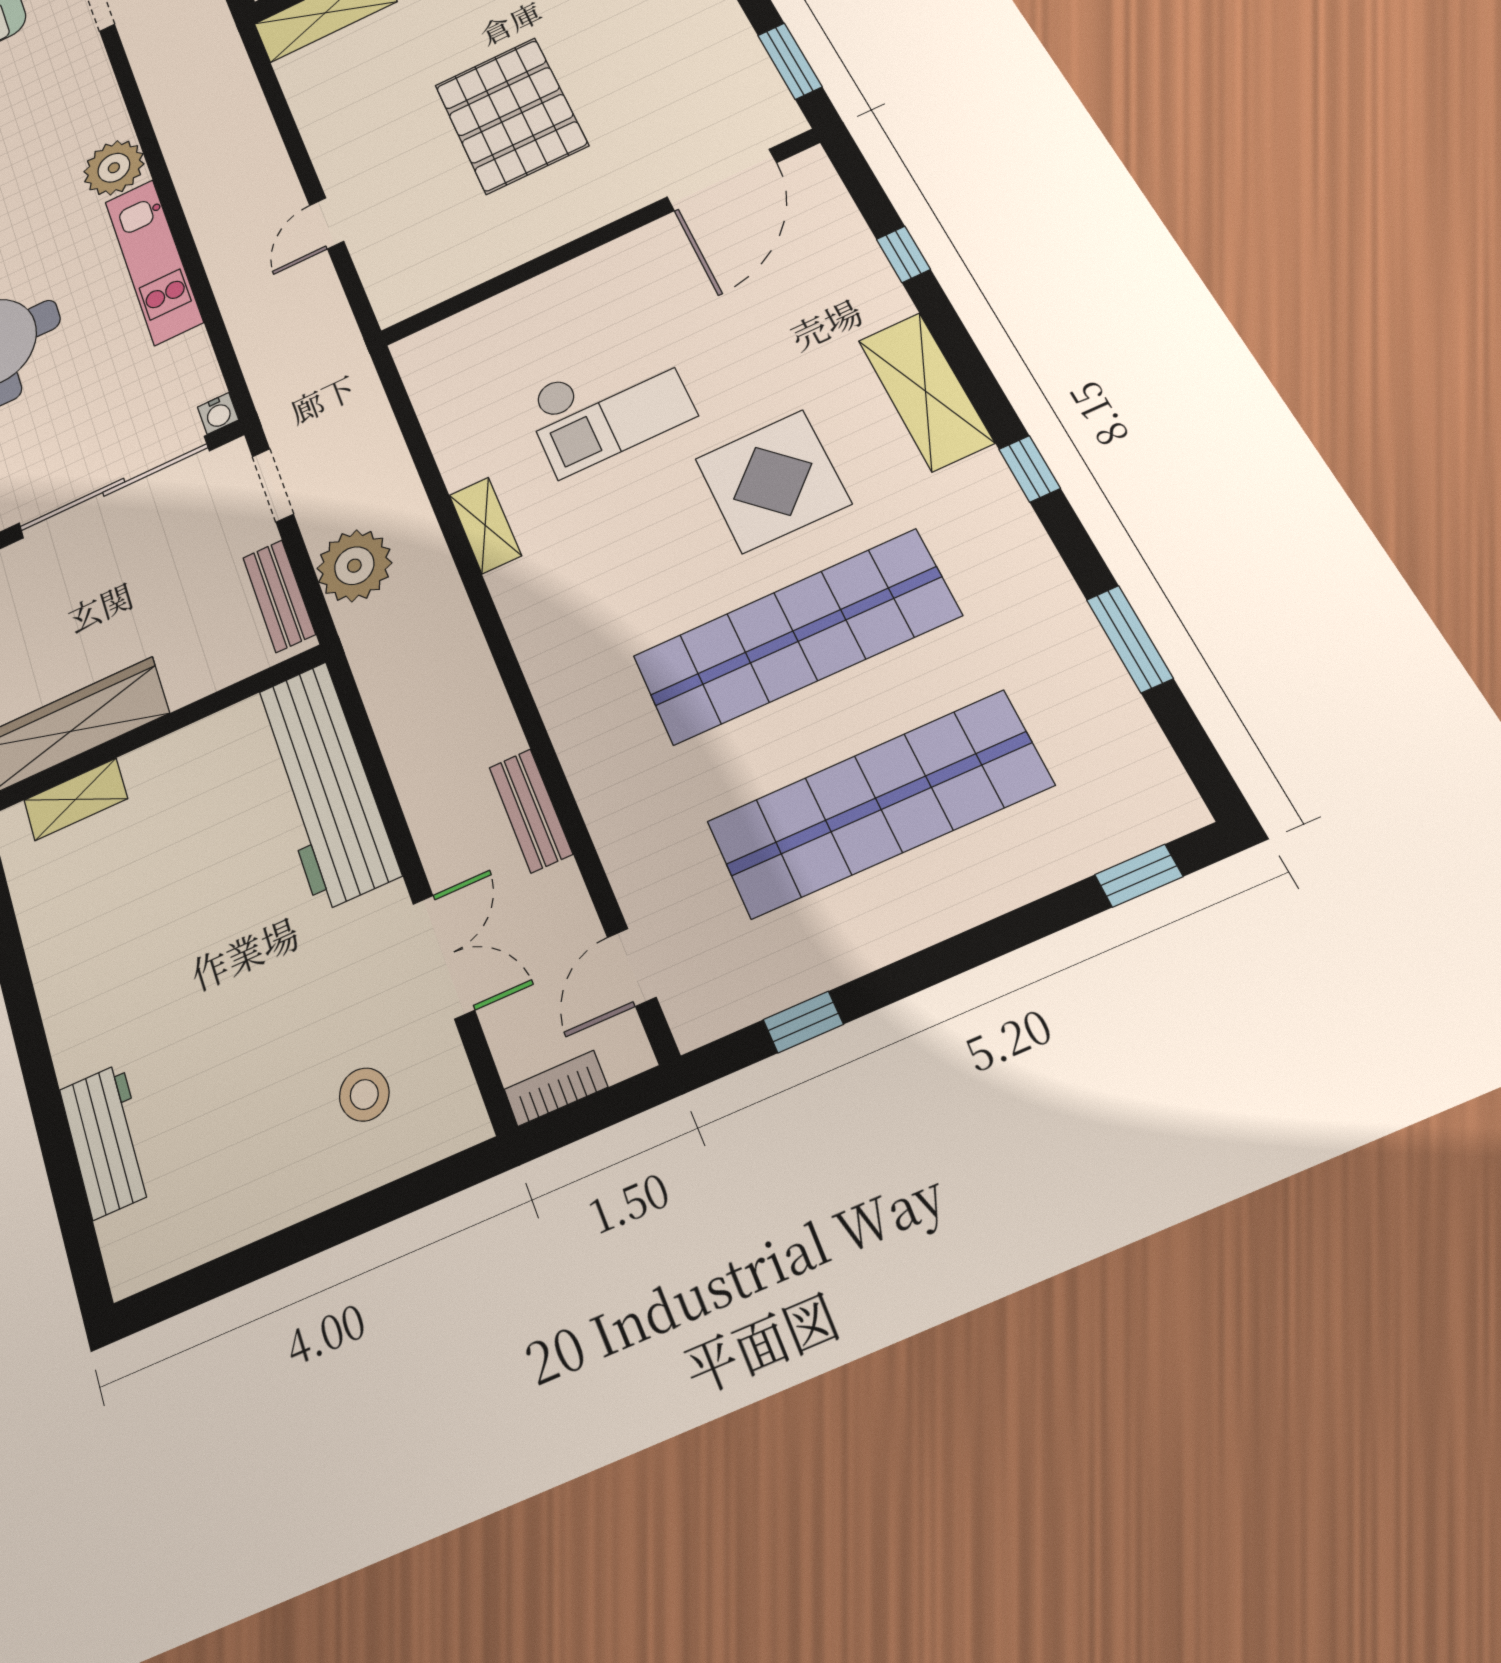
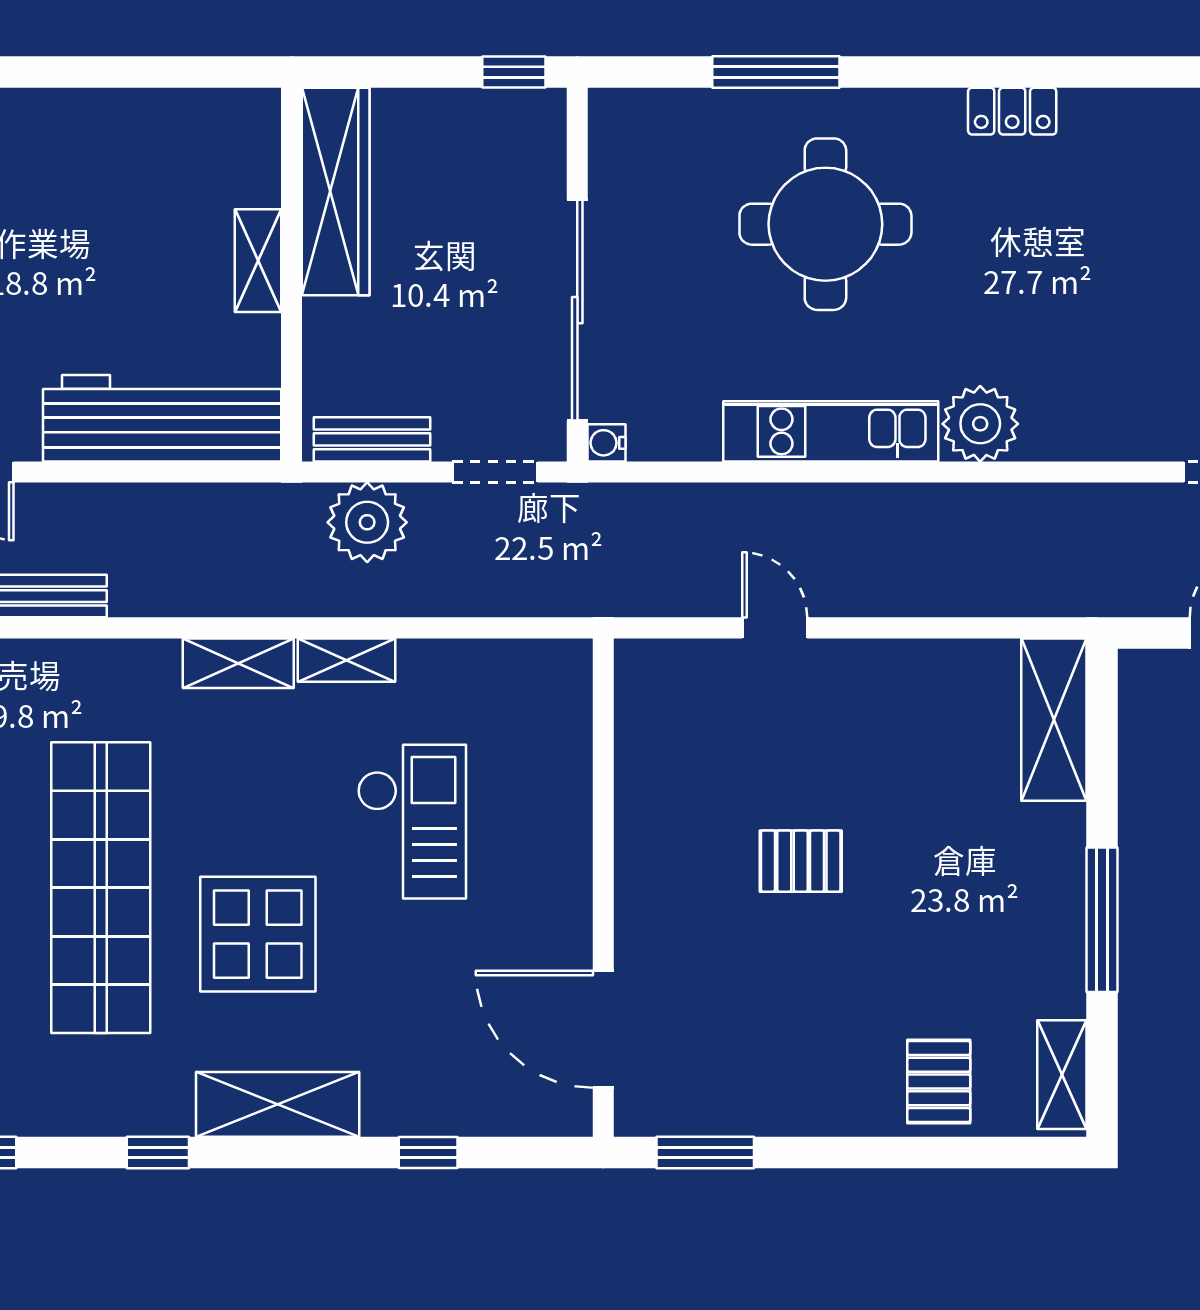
pallet: (511, 115) -> (801, 861), width x0.49, depth x0.50
checkout: (608, 406) -> (412, 822), turned 180
shelving: (526, 614) -> (238, 663), added
shelving: (76, 799) -> (258, 261), moved

